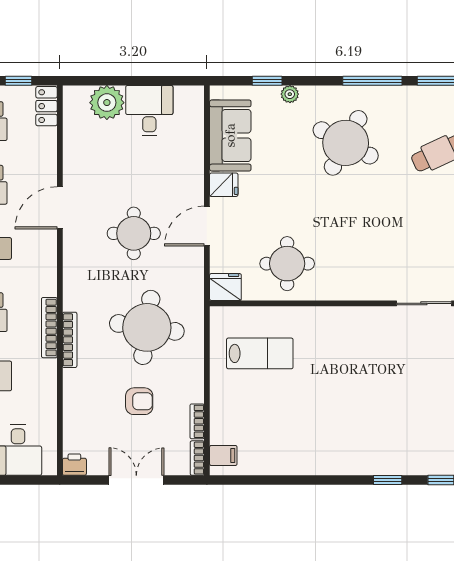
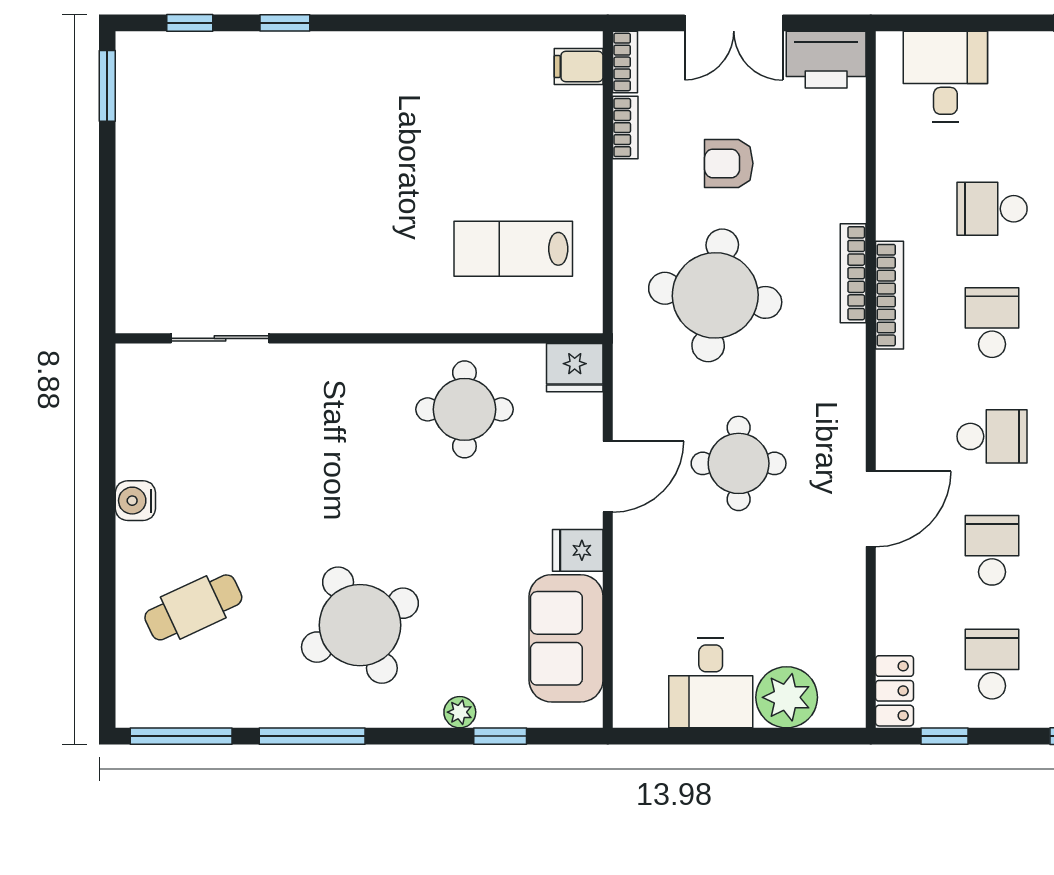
round table: (346, 143) -> (360, 625), turned 35
printer: (74, 465) -> (826, 60), width x1.87, depth x1.48

